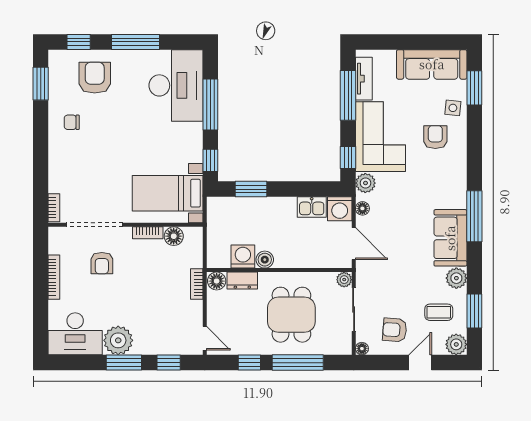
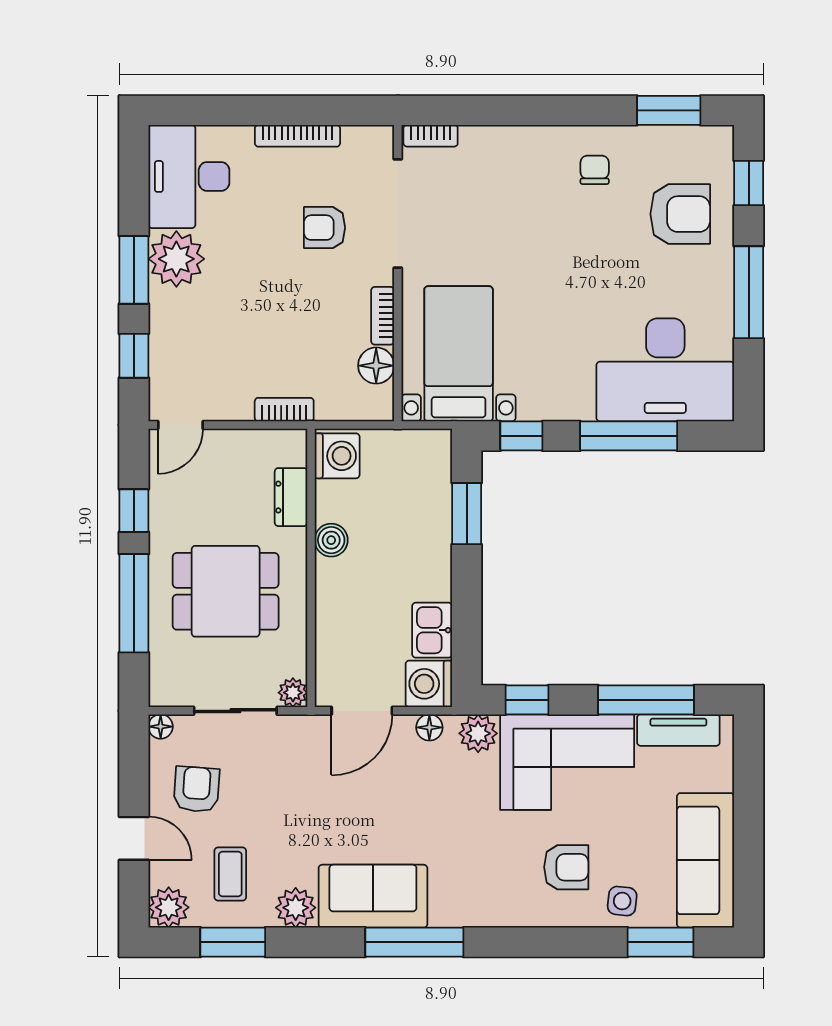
washing machine: (243, 257) -> (337, 456), moved
floor lamp: (217, 281) -> (290, 448), removed

